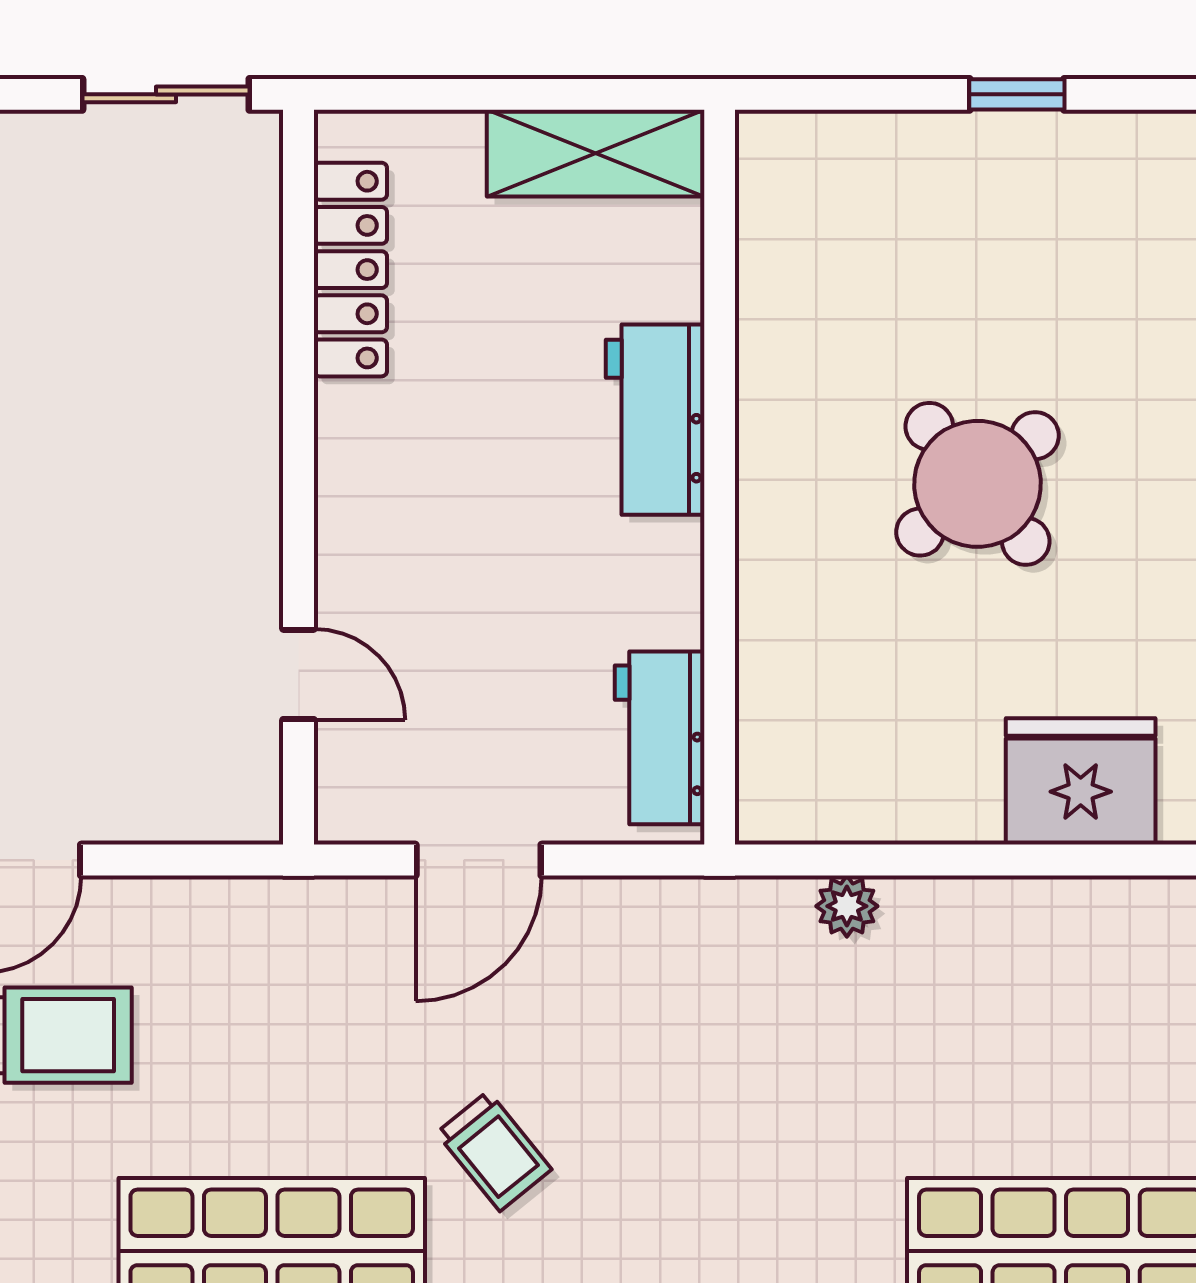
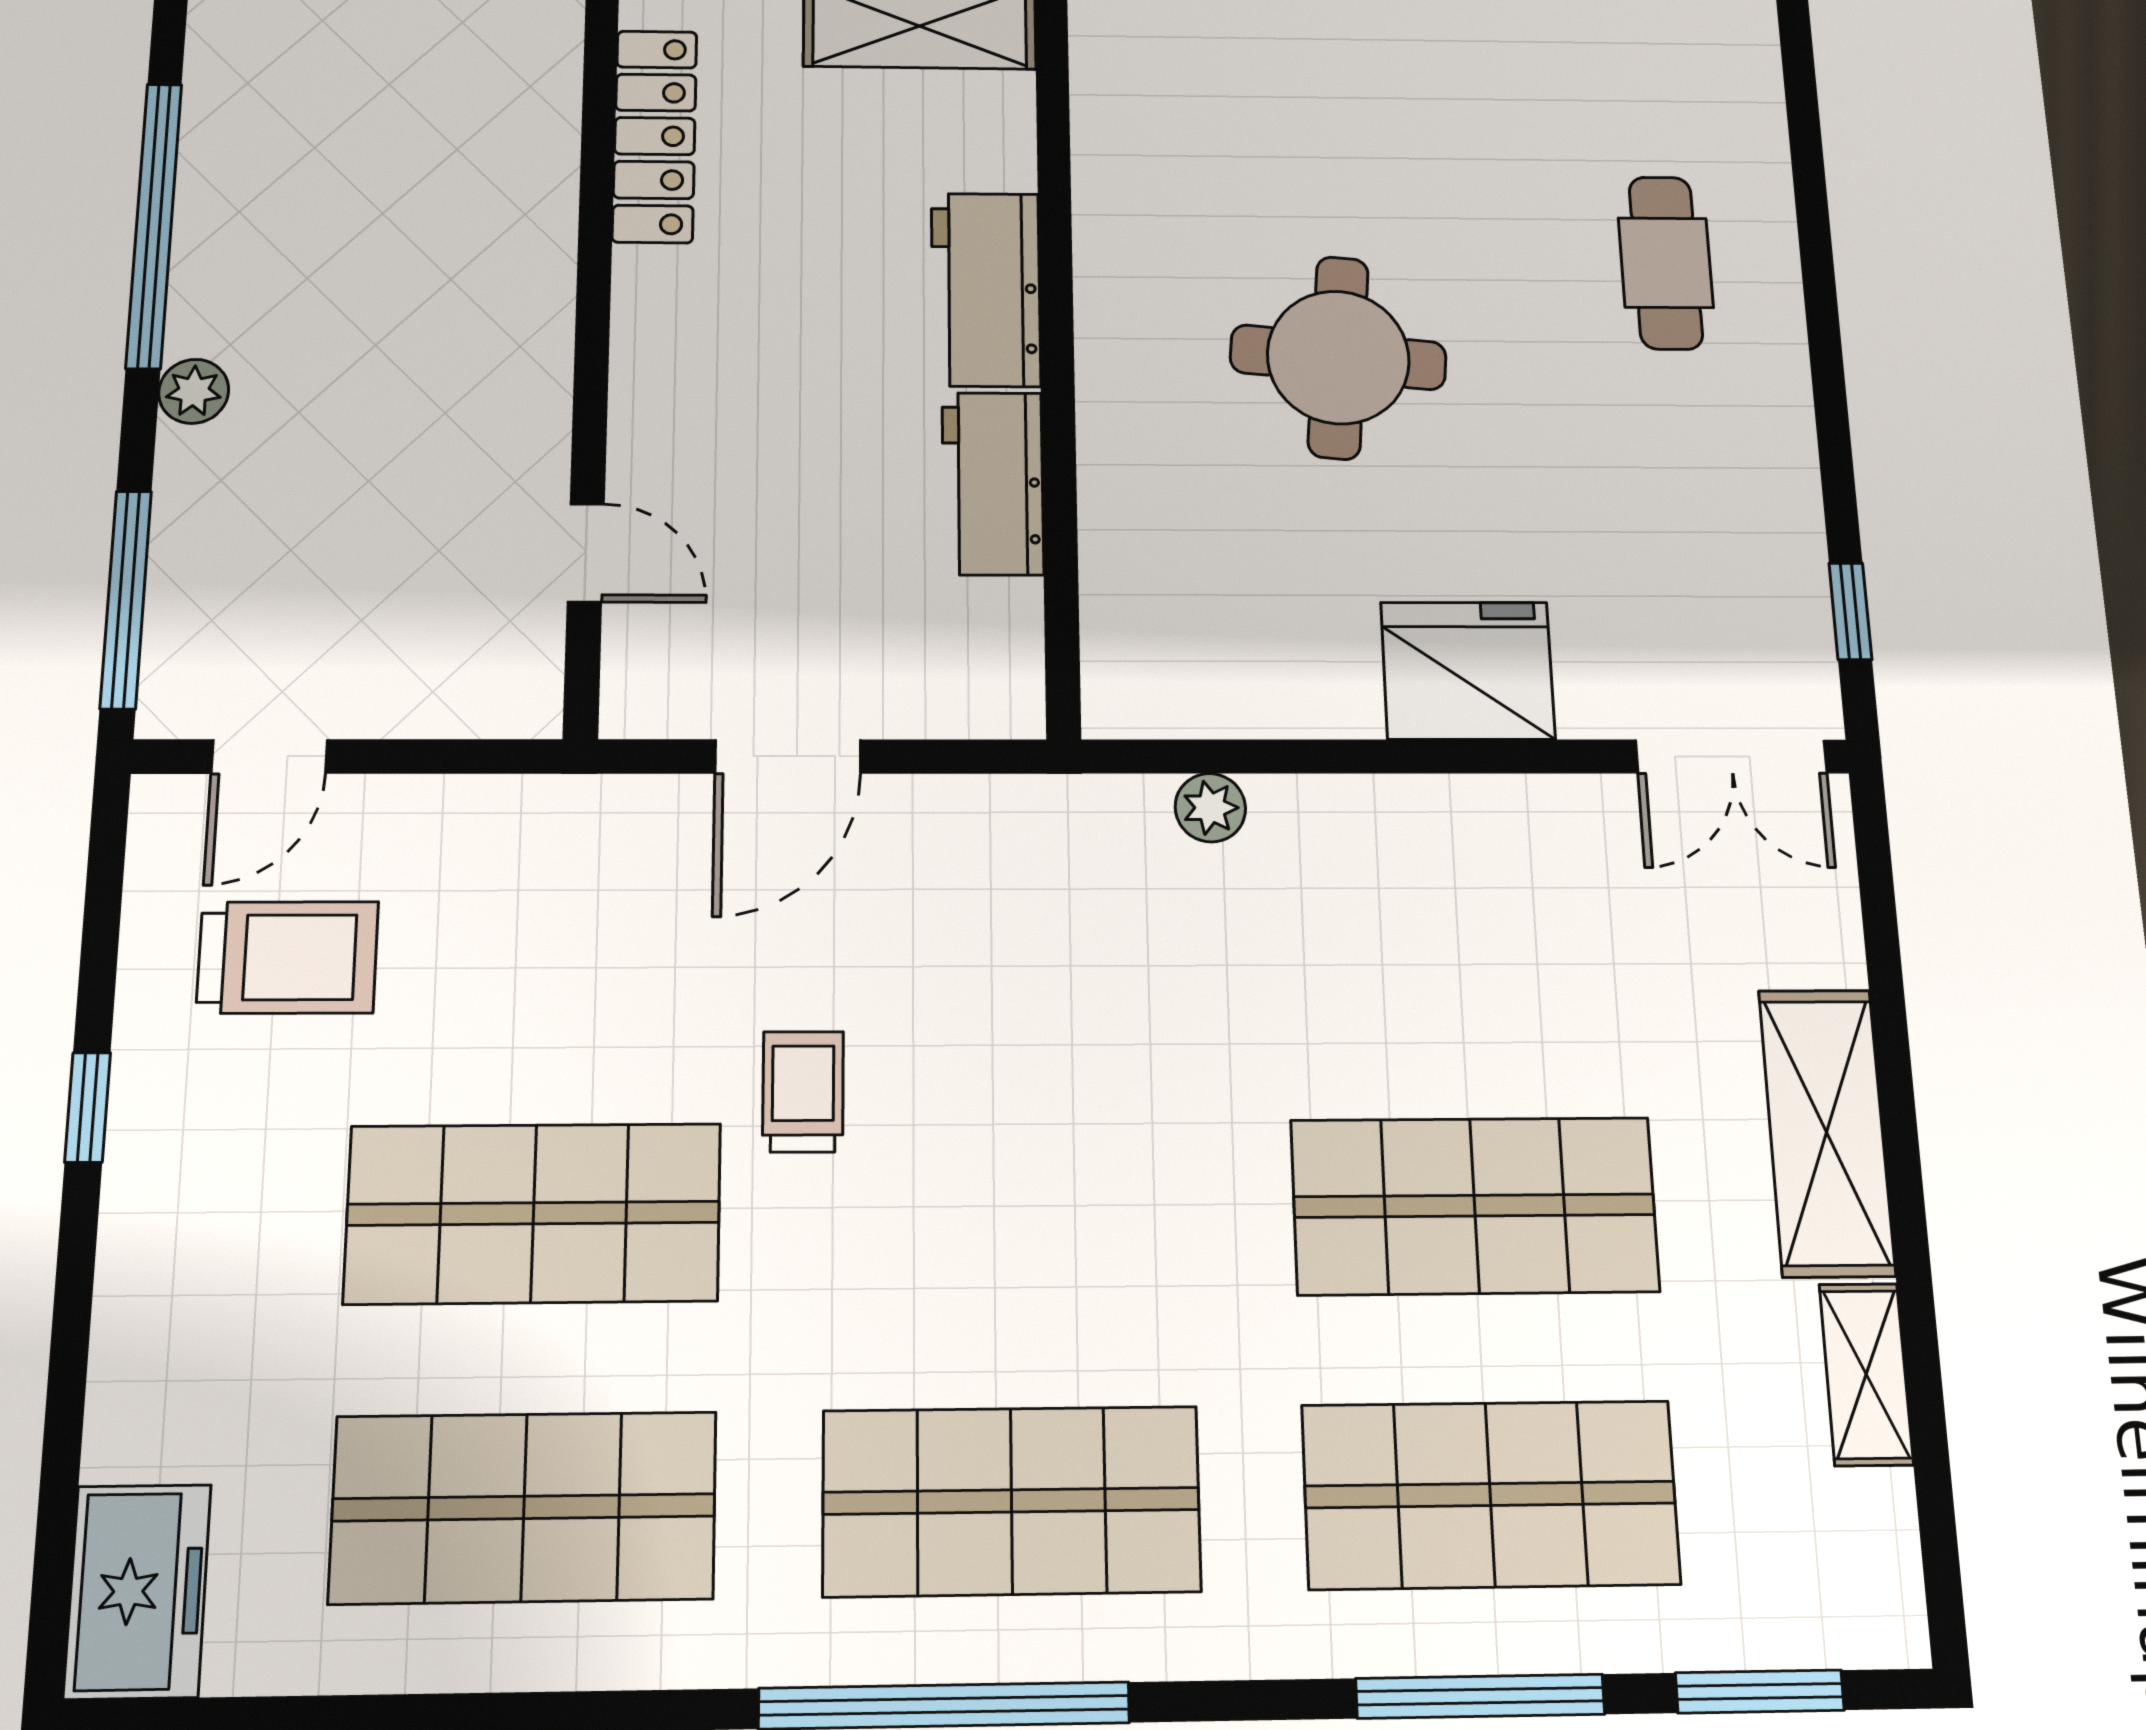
round table: (978, 484) -> (1338, 357), turned 45
workbench: (660, 738) -> (993, 483), moved
trolley: (494, 1151) -> (803, 1092), turned -141

